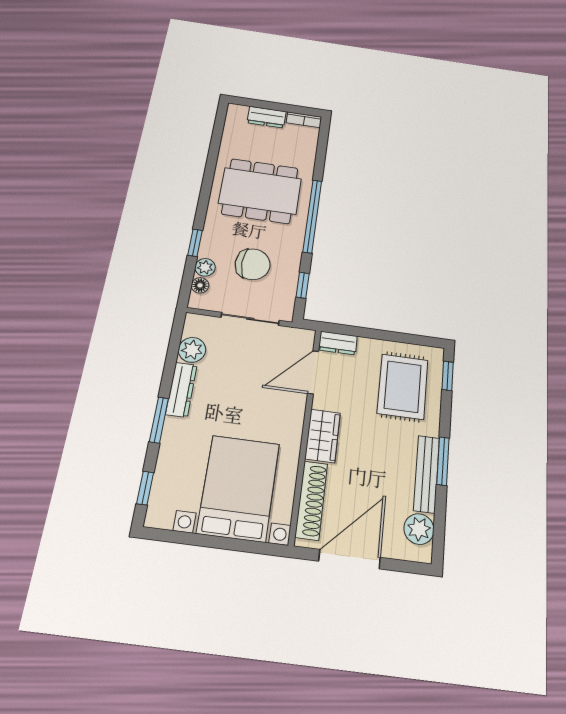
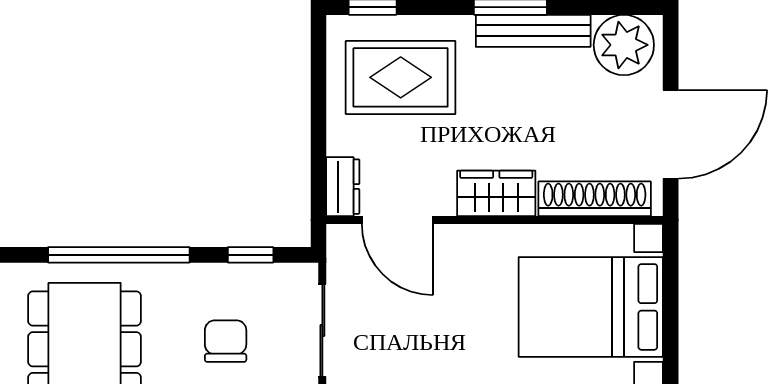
chair: (253, 264) -> (226, 341), width x0.73, depth x0.73
plant: (419, 529) -> (624, 45), width x1.36, depth x1.36
door: (349, 559) -> (671, 134), swing flipped

